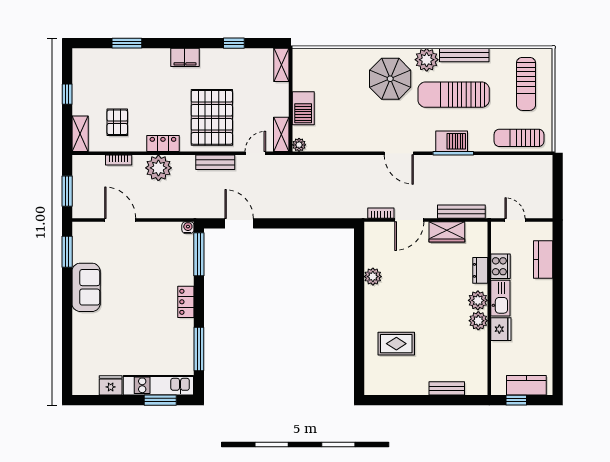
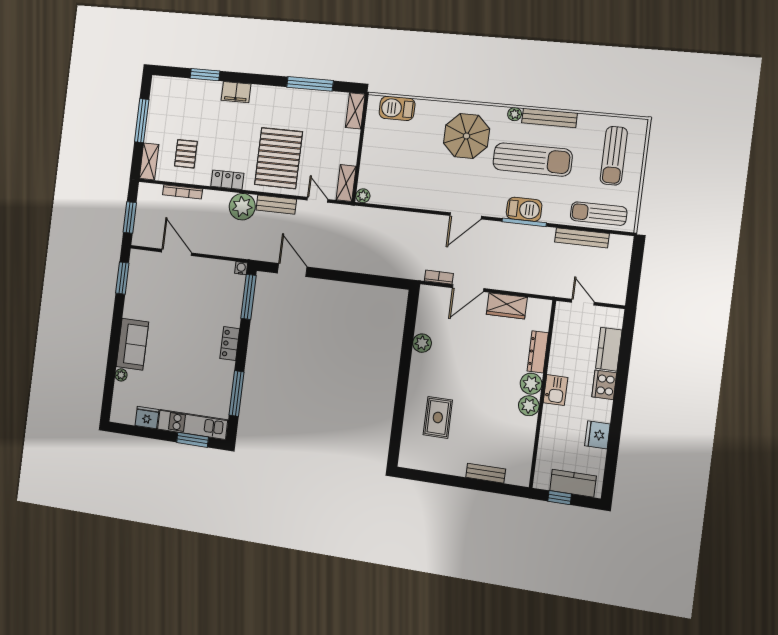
window: (234, 43) -> (310, 84), width x2.17
filing cabinet: (185, 57) -> (236, 92), moved
plant: (427, 60) -> (515, 114), width x0.53, depth x0.53
window: (67, 94) -> (142, 121), width x2.17
sun lounger: (454, 95) -> (533, 160), turned 180
barbecue: (303, 108) -> (397, 108), moved, turned 90
door: (255, 153) -> (317, 200), hinge flipped
door: (399, 153) -> (466, 216), hinge flipped
bookcase: (119, 160) -> (183, 192), width x1.56
plant: (158, 168) -> (242, 207), moved
bench: (461, 212) -> (582, 238), moved
cooker: (501, 266) -> (604, 385), moved, turned 180
dresser: (480, 270) -> (538, 352), width x1.44
sofa: (86, 287) -> (132, 344), moved
kitchen sink: (500, 298) -> (555, 390), width x0.73
fridge: (501, 329) -> (597, 435), moved, turned 180
rug: (396, 344) -> (438, 417), turned 90
plant: (78, 348) -> (121, 375), added

